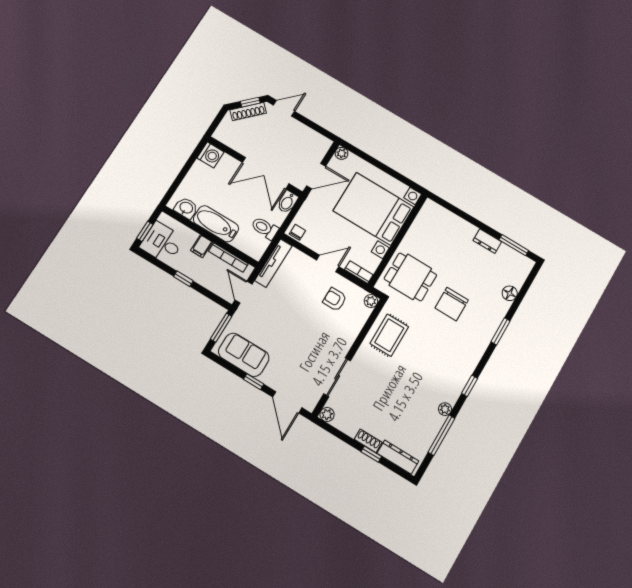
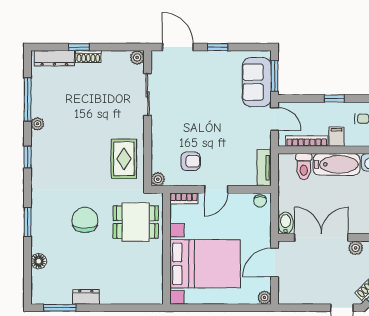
plant: (243, 148) -> (356, 248), added
toilet: (265, 228) -> (304, 167), moved, turned 90
tv unit: (273, 263) -> (264, 168), width x0.71
sofa: (244, 355) -> (257, 82), moved, turned 90

